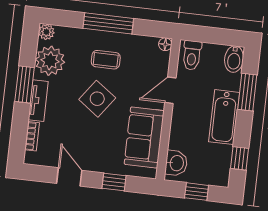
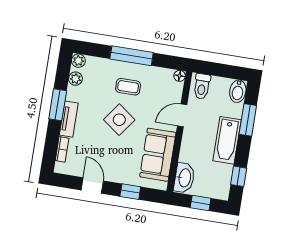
plant: (50, 61) -> (75, 79), width x0.53, depth x0.53
washbasin: (176, 163) -> (184, 178), width x1.38

